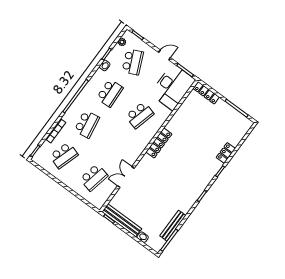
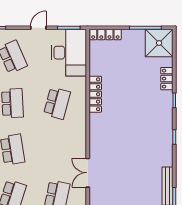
shower: (238, 125) -> (159, 43), added
locker: (159, 143) -> (95, 94), moved

